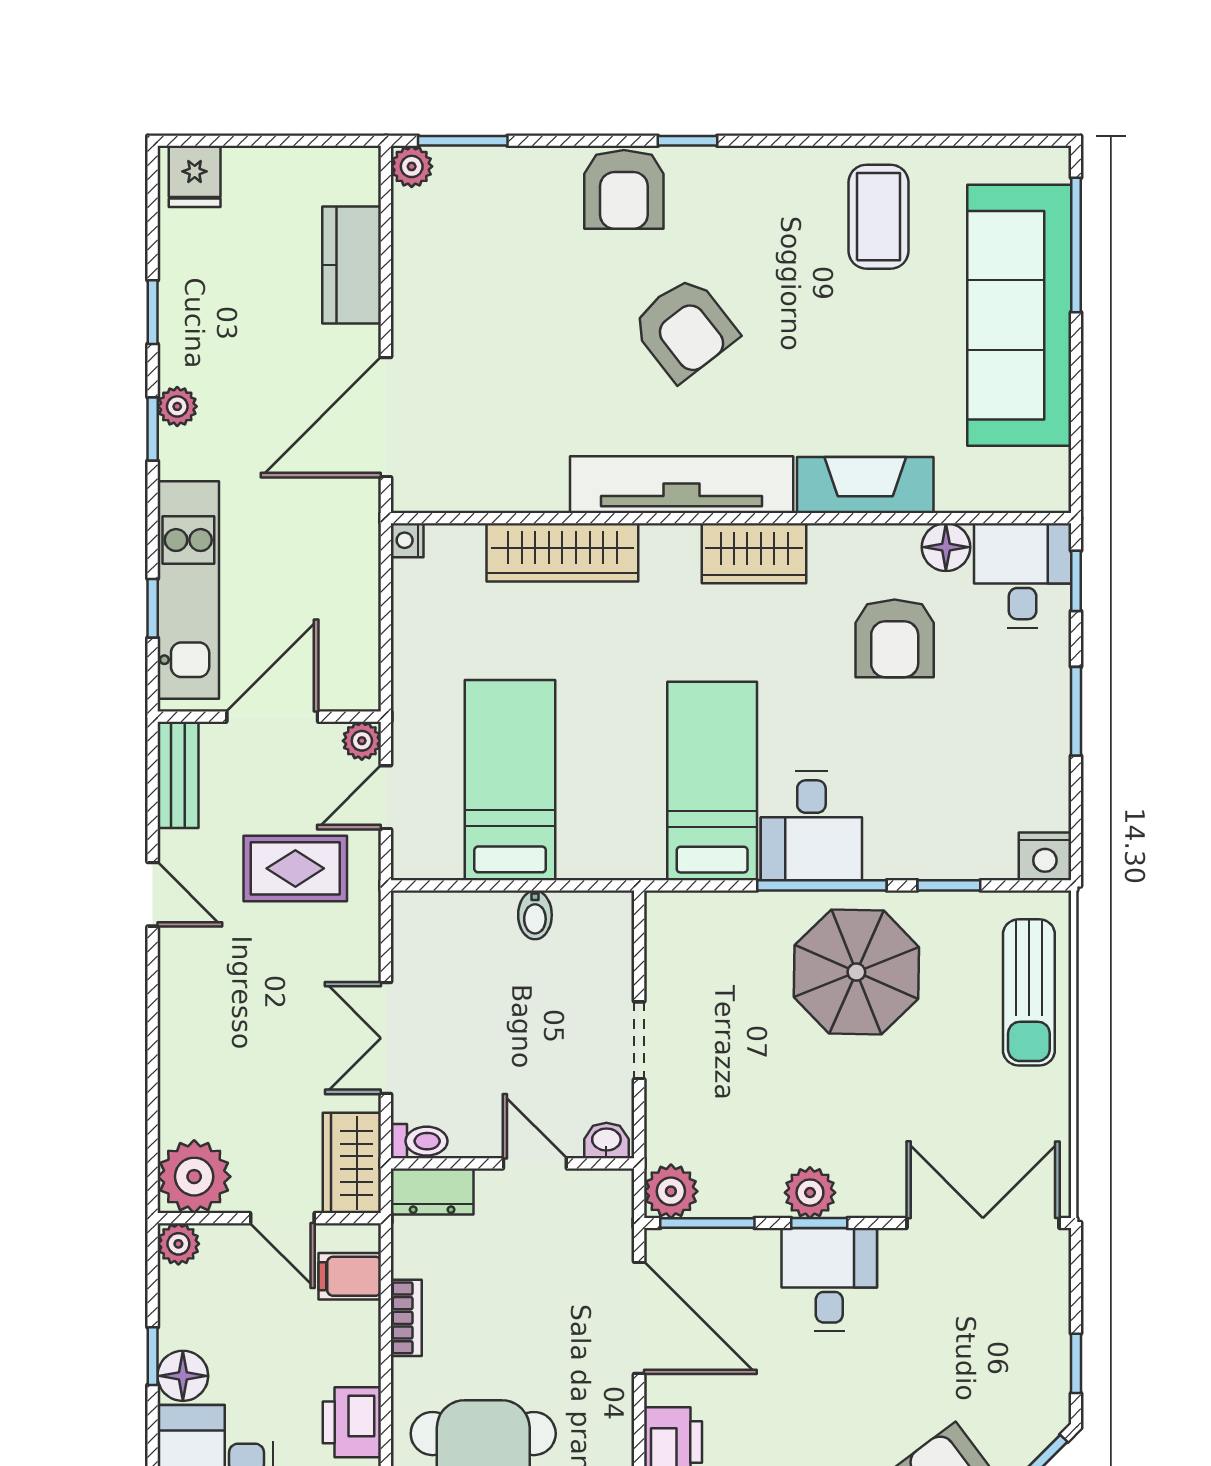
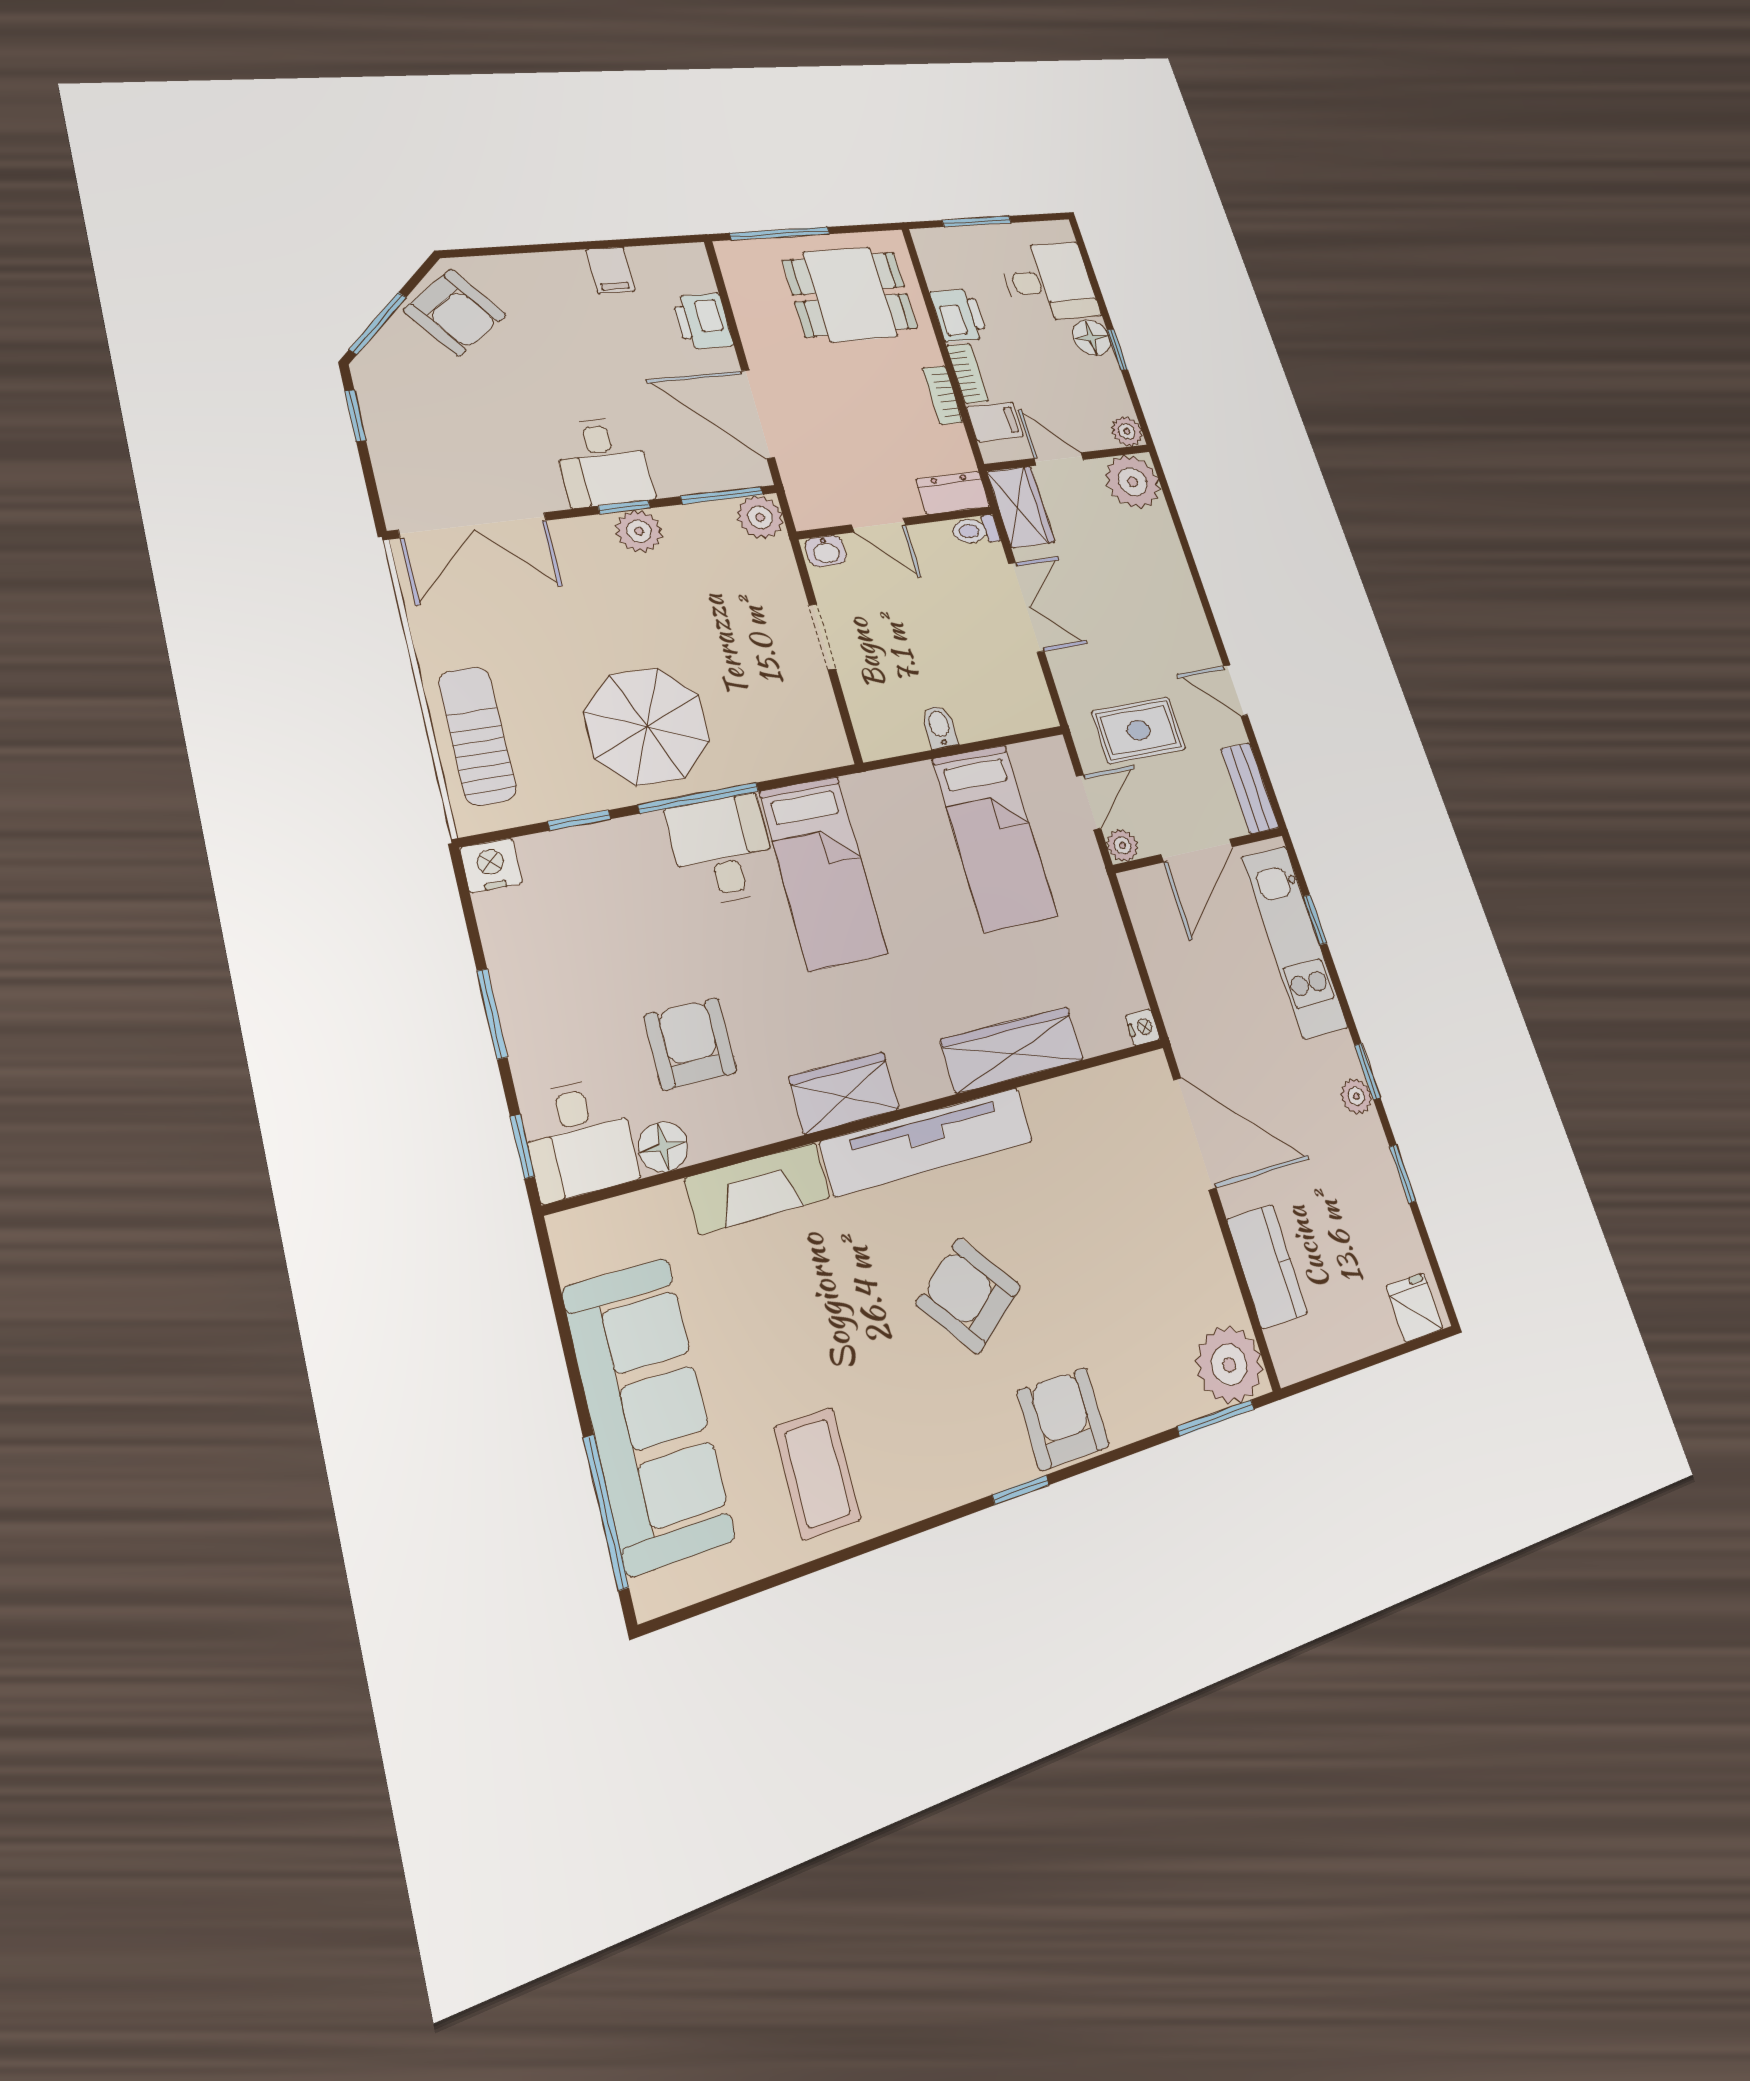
plant: (412, 166) -> (1229, 1365), width x1.88, depth x1.88
door: (386, 417) -> (1195, 1134), hinge flipped
bookcase: (365, 1343) -> (968, 373), added

